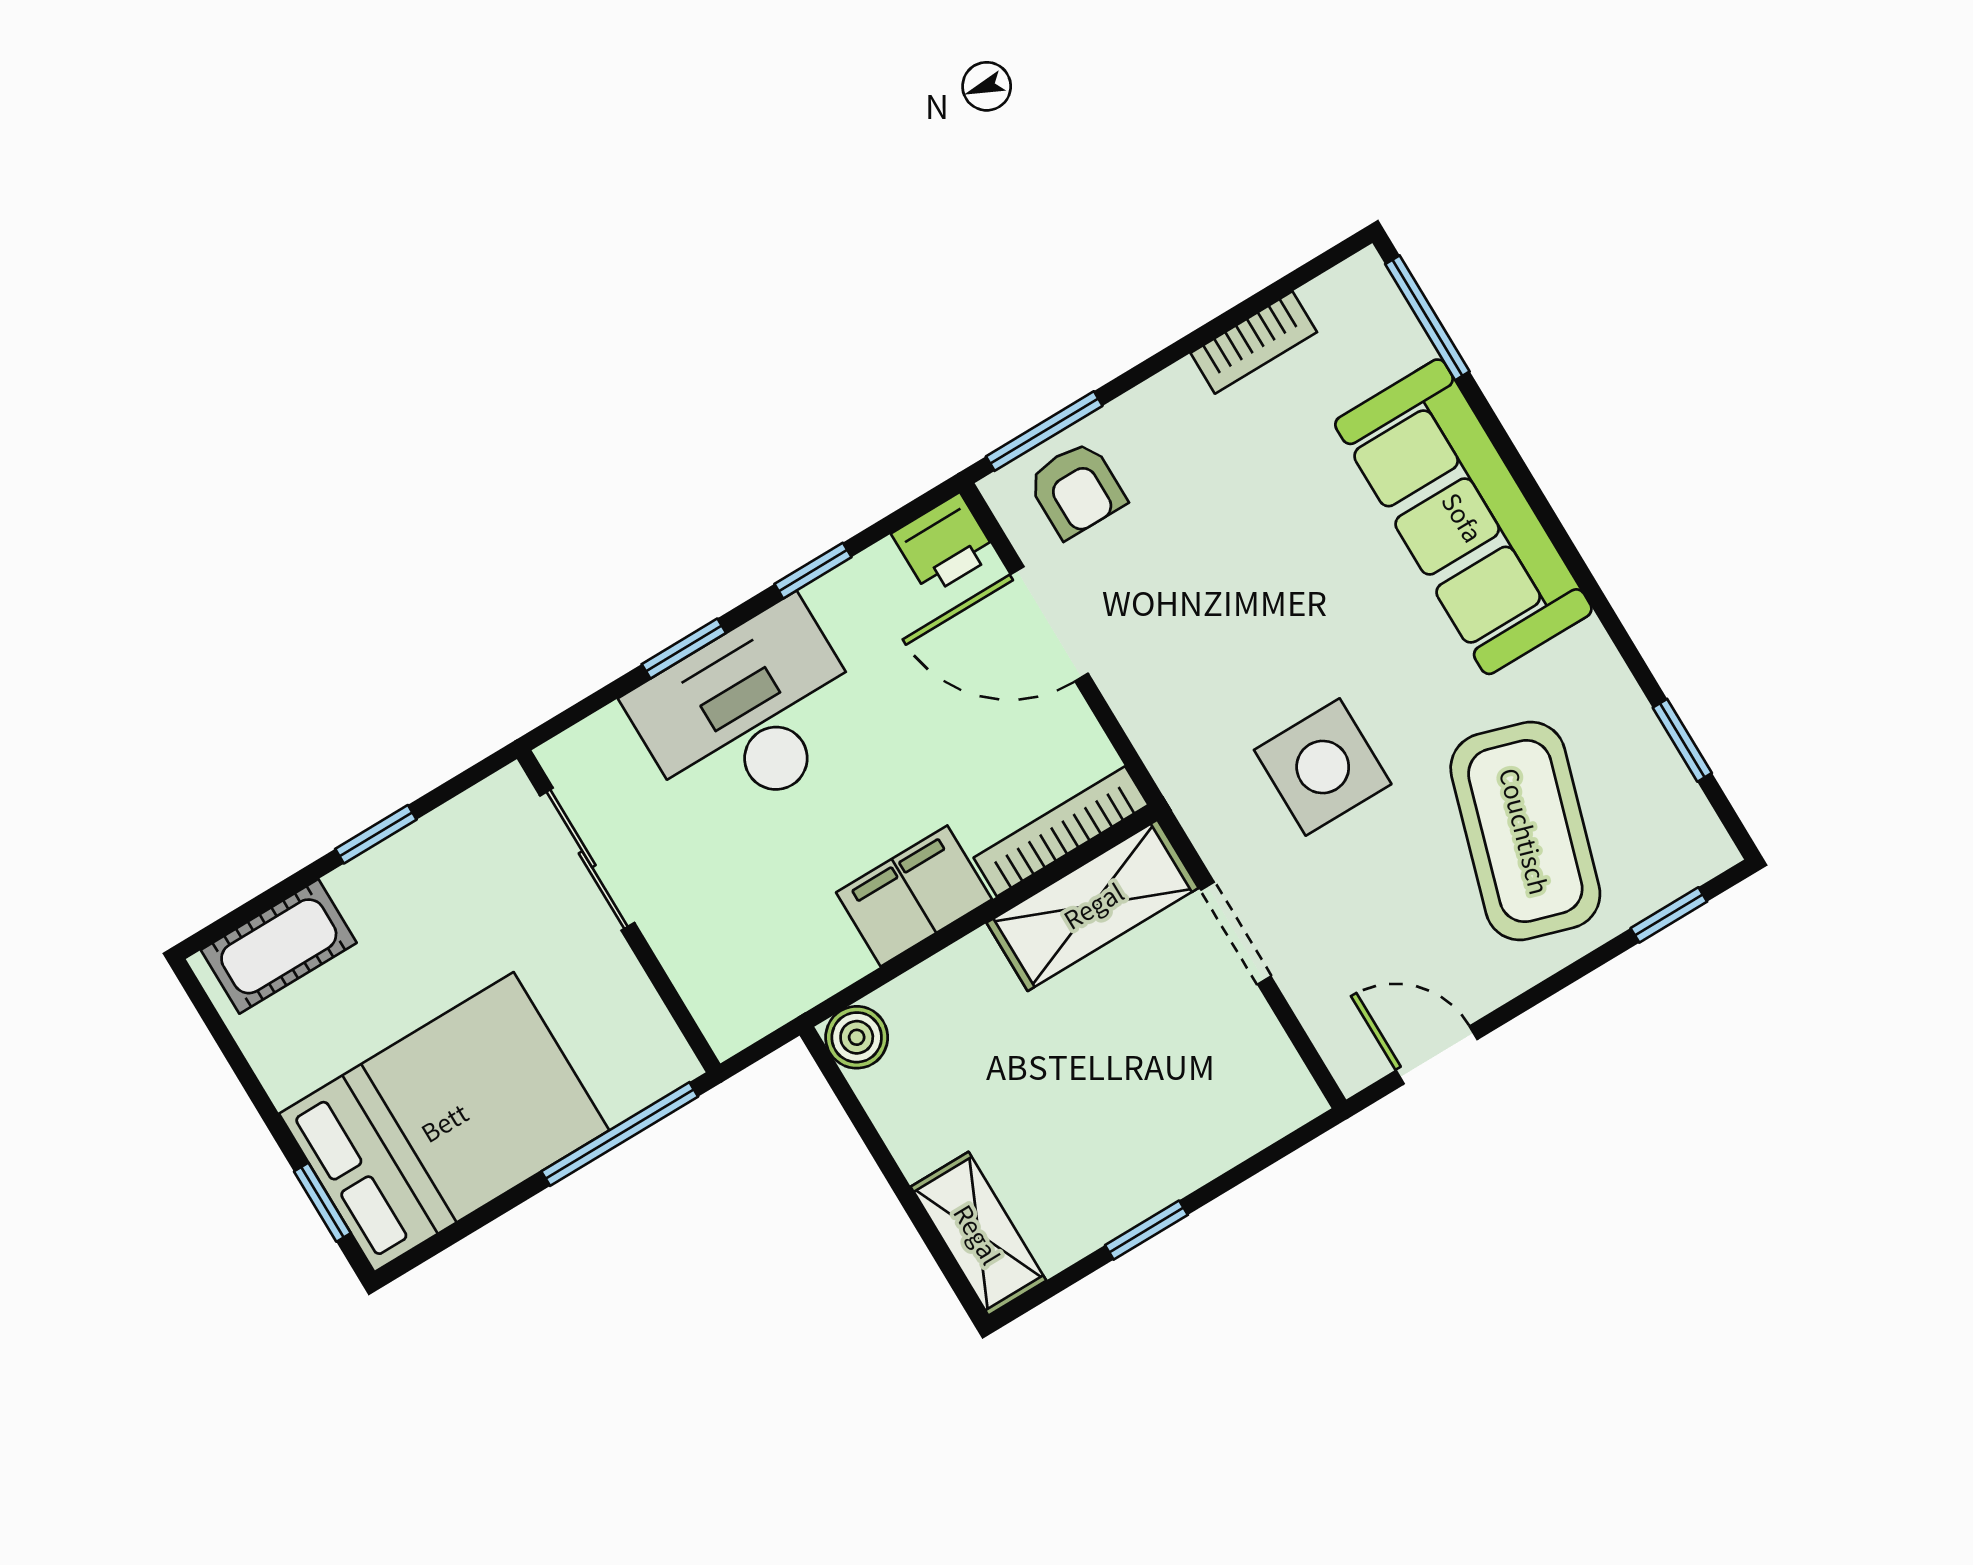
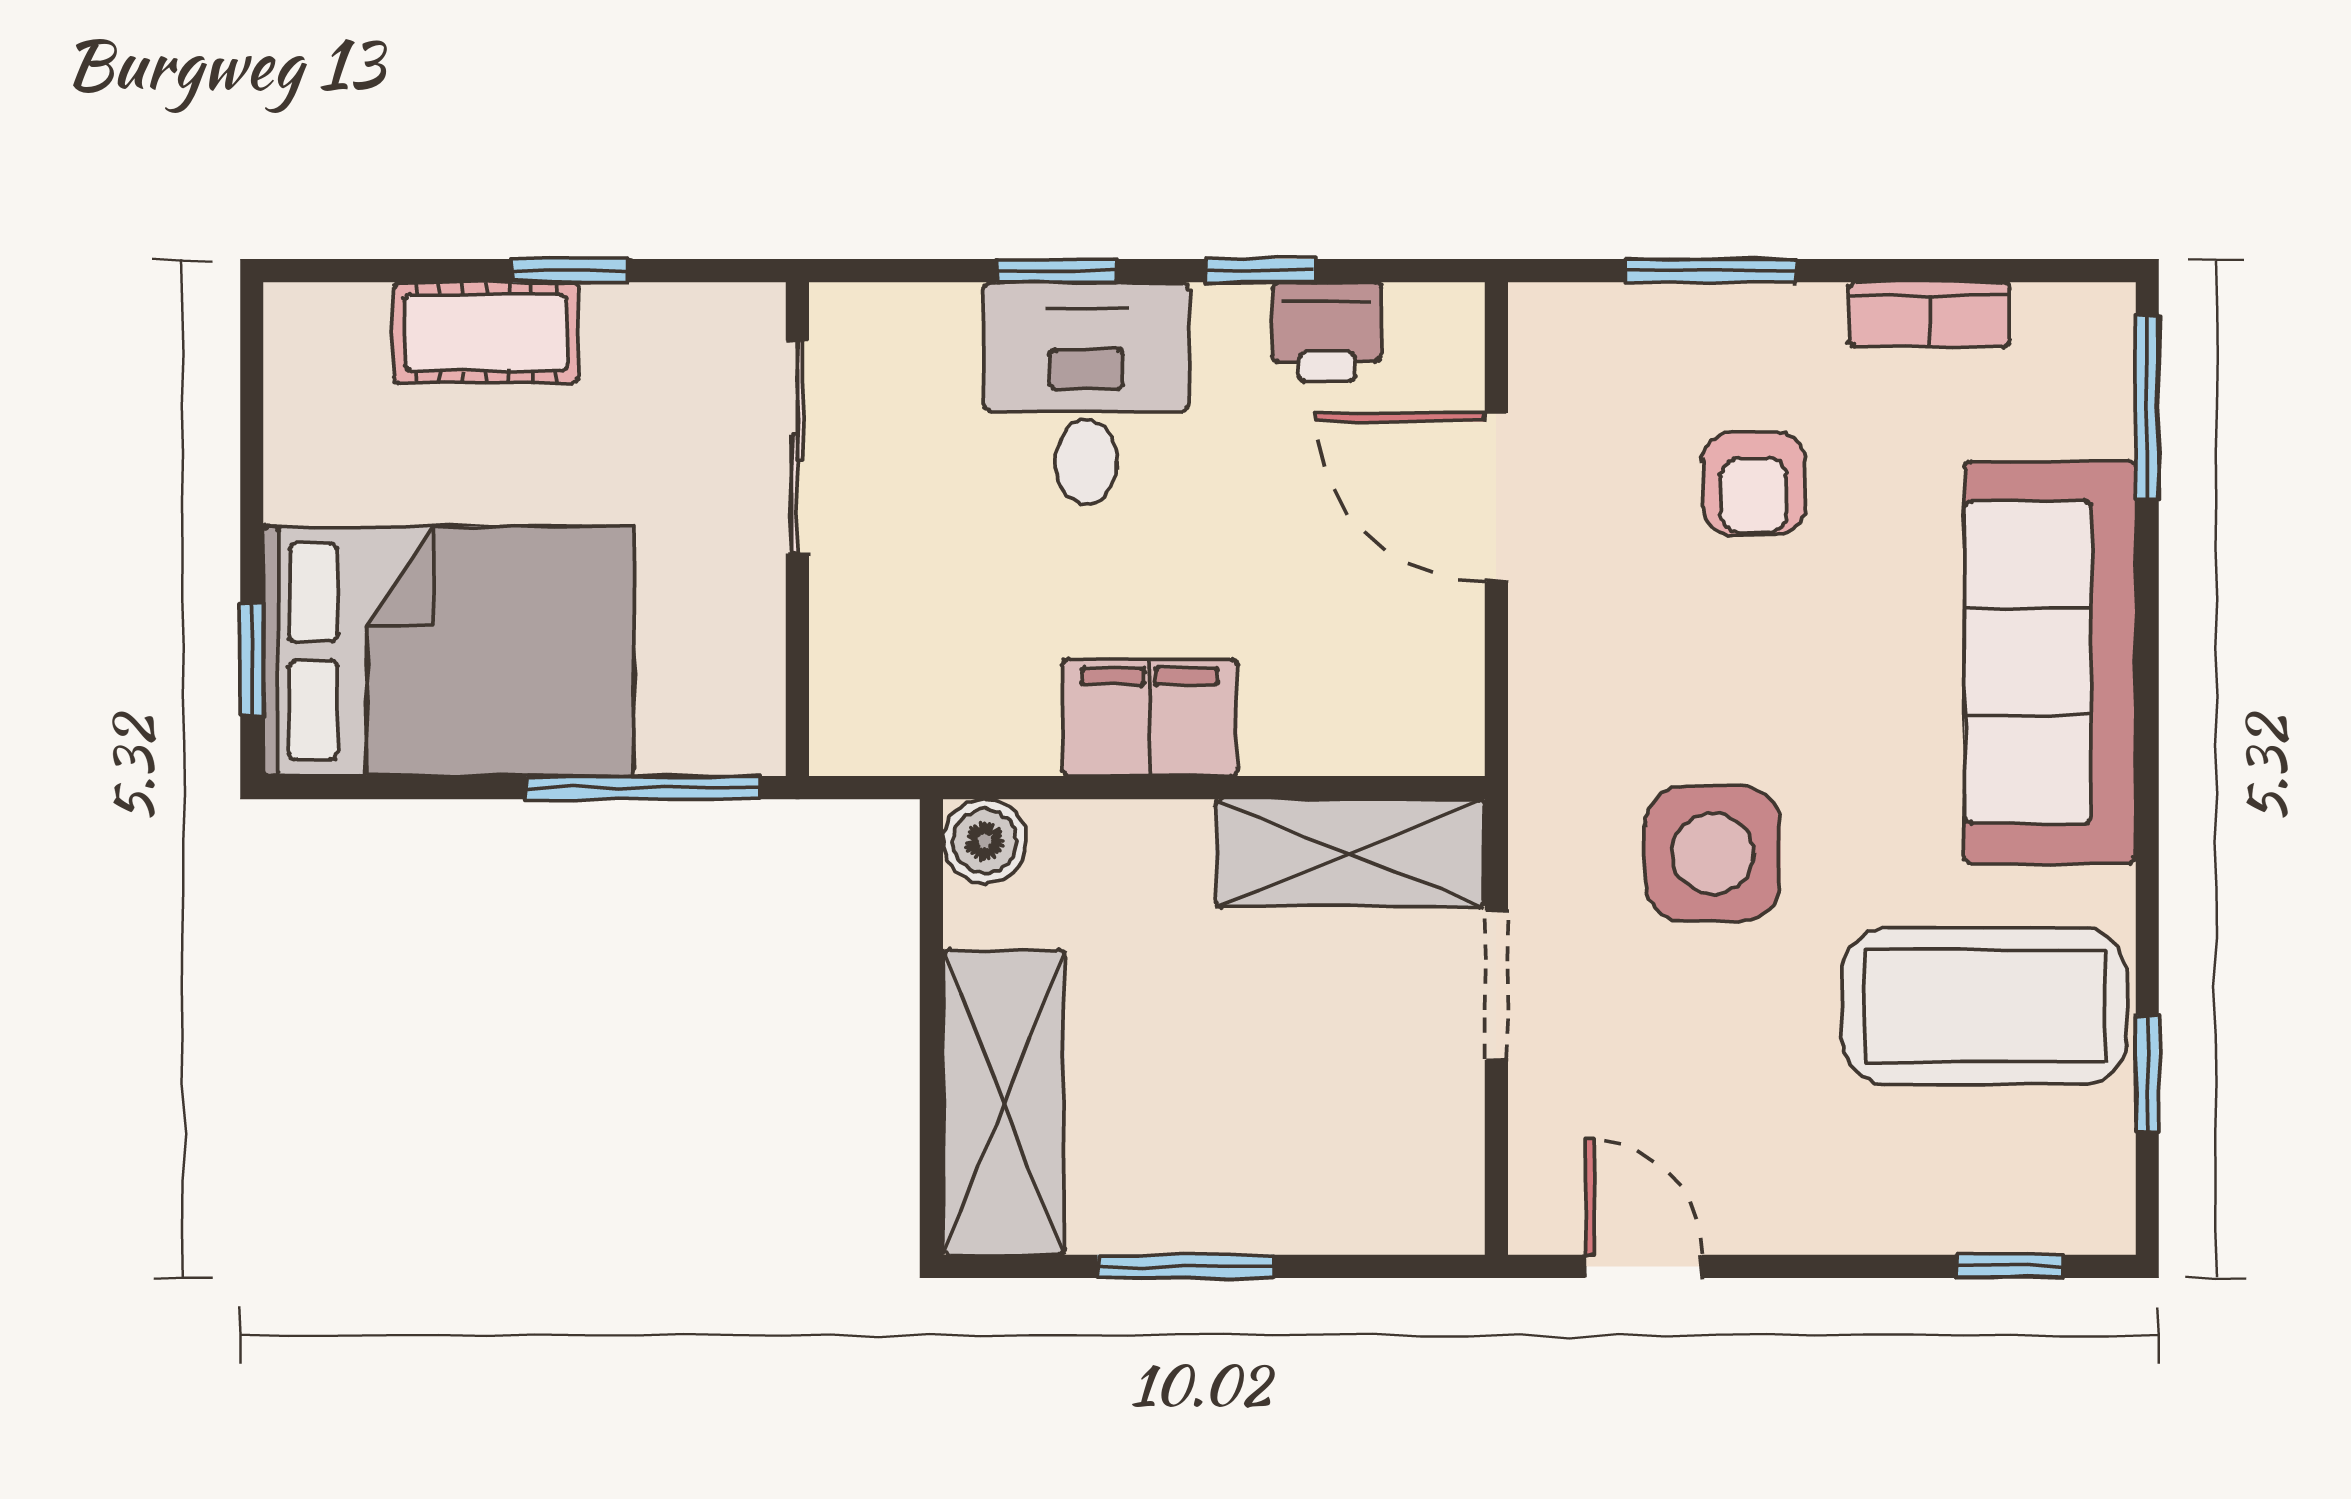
window: (1044, 431) -> (1711, 271), moved
armchair: (1076, 489) -> (1754, 483), moved
printer: (944, 544) -> (1327, 332), moved
desk: (750, 715) -> (1086, 393), width x0.73
bookcase: (1061, 831) -> (1365, 746), removed
coffee table: (1525, 831) -> (1985, 1006), moved, turned 73
cot: (279, 946) -> (486, 333), moved
window: (1146, 1230) -> (1185, 1266), width x1.50
shelving: (978, 1234) -> (1004, 1102), width x1.50, depth x1.33

